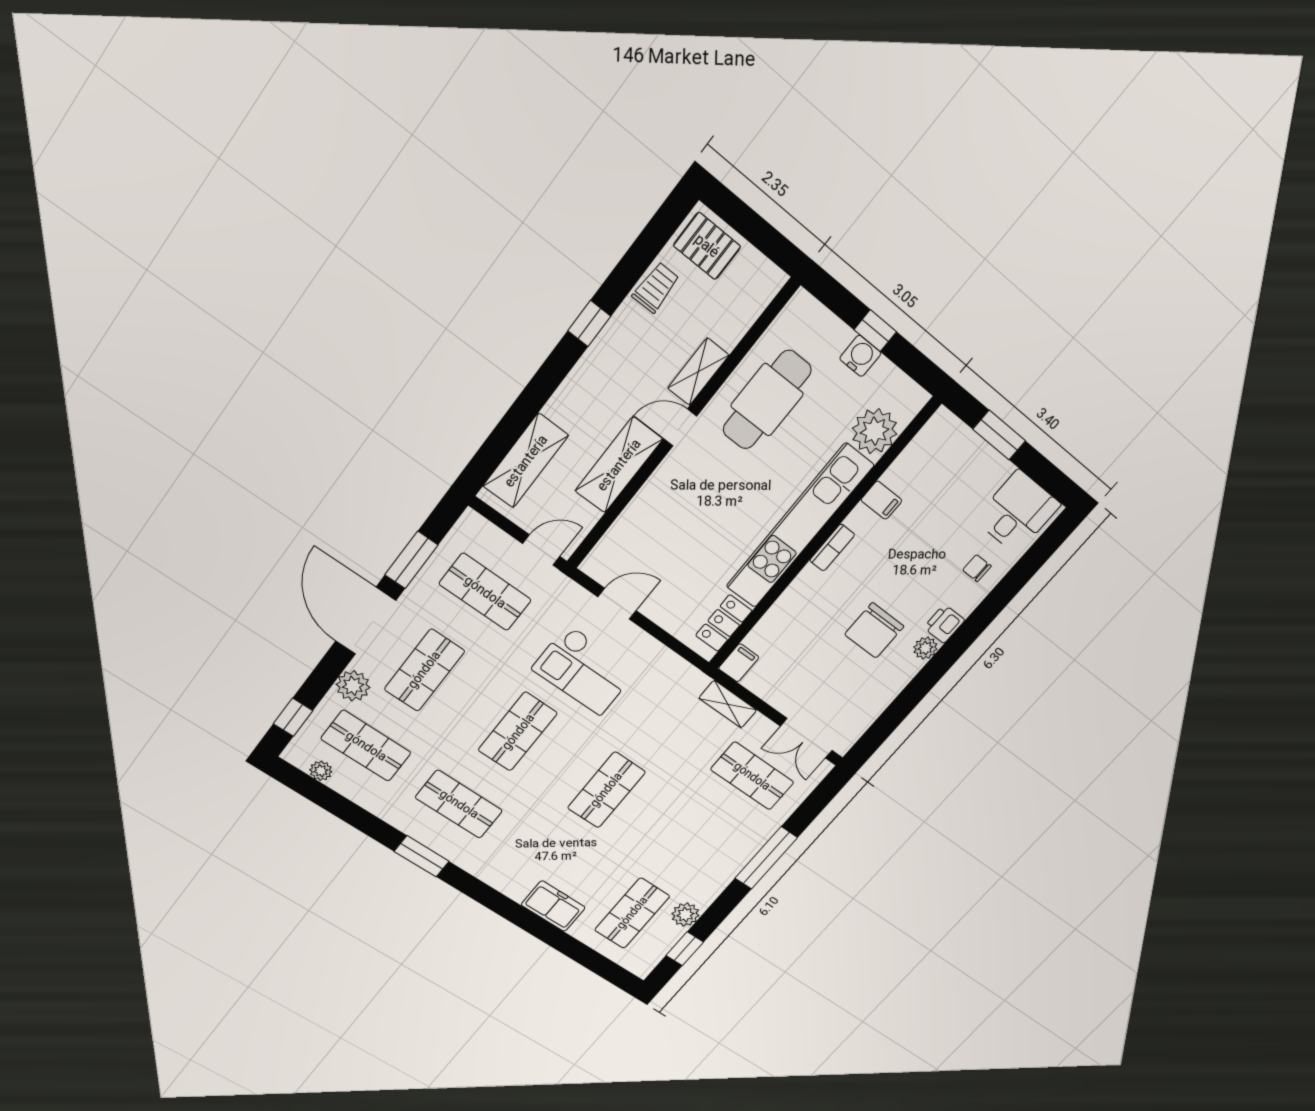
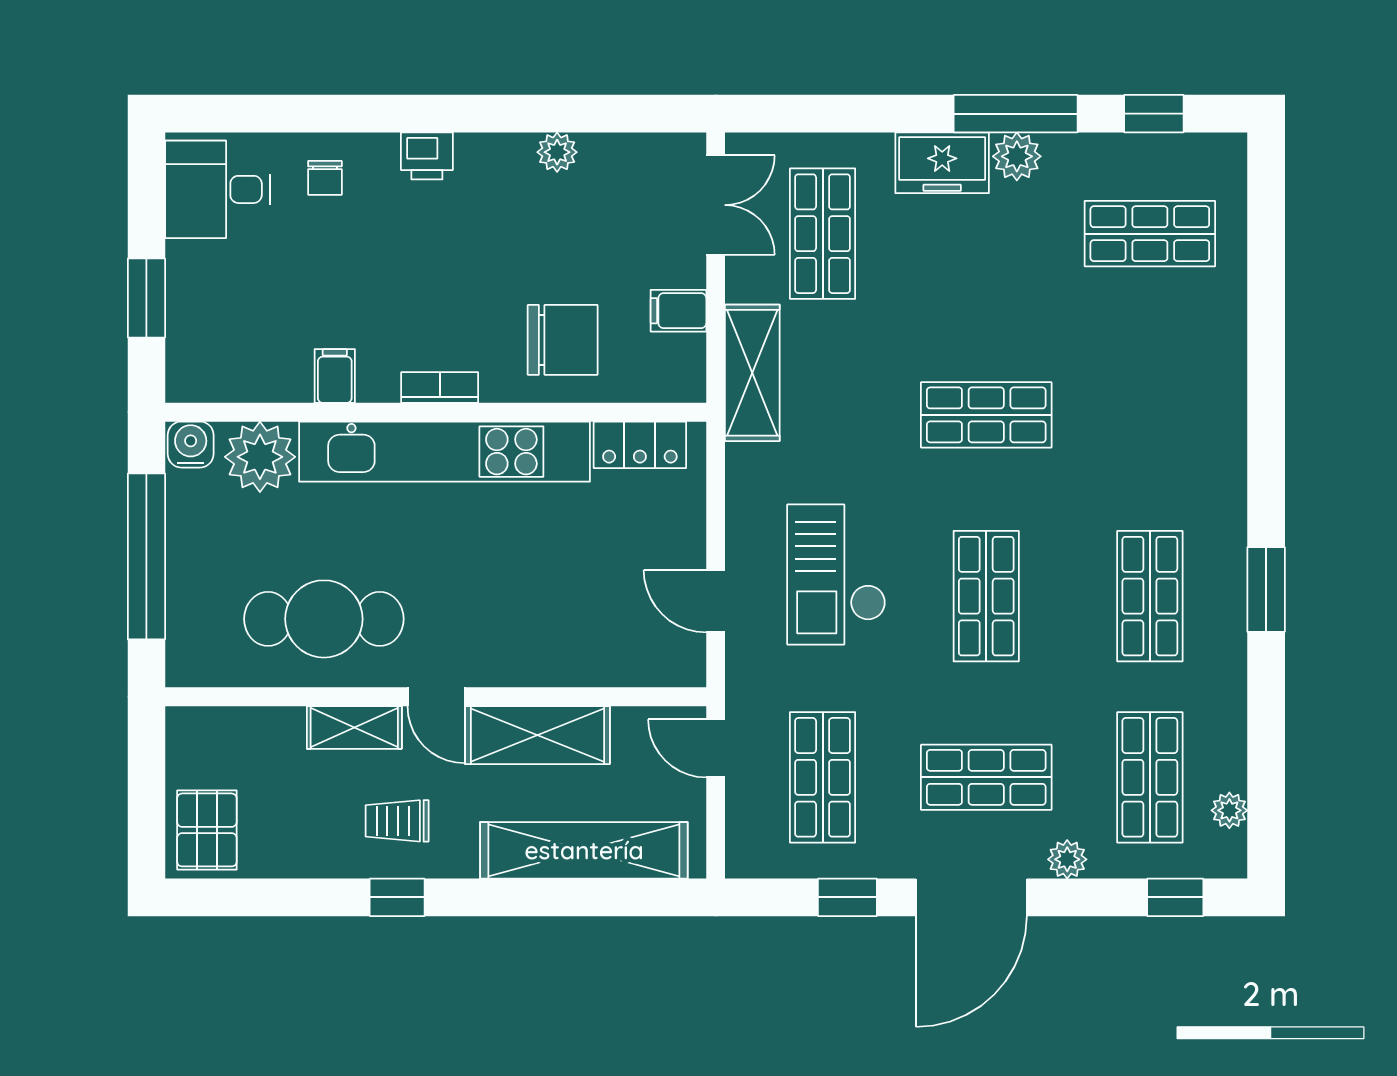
trolley: (656, 288) -> (397, 821), moved
window: (875, 331) -> (146, 556), width x3.17
water cooler: (860, 356) -> (191, 445), moved, turned 90
shelving: (526, 461) -> (584, 850), width x1.47
window: (411, 560) -> (847, 897), width x0.67
chair: (874, 630) -> (563, 340), moved
plant: (925, 648) -> (557, 152), moved
filing cabinet: (739, 663) -> (678, 311), moved
checkout: (584, 670) -> (836, 575), turned 180
plant: (353, 686) -> (1067, 859), width x0.73, depth x0.73
shelving: (728, 704) -> (752, 373), width x1.50, depth x1.33
shop shelf: (518, 732) -> (986, 596), turned 90
window: (766, 858) -> (1016, 114), moved
freezer: (553, 906) -> (942, 163), moved, turned -90
plant: (685, 915) -> (1017, 156), moved

